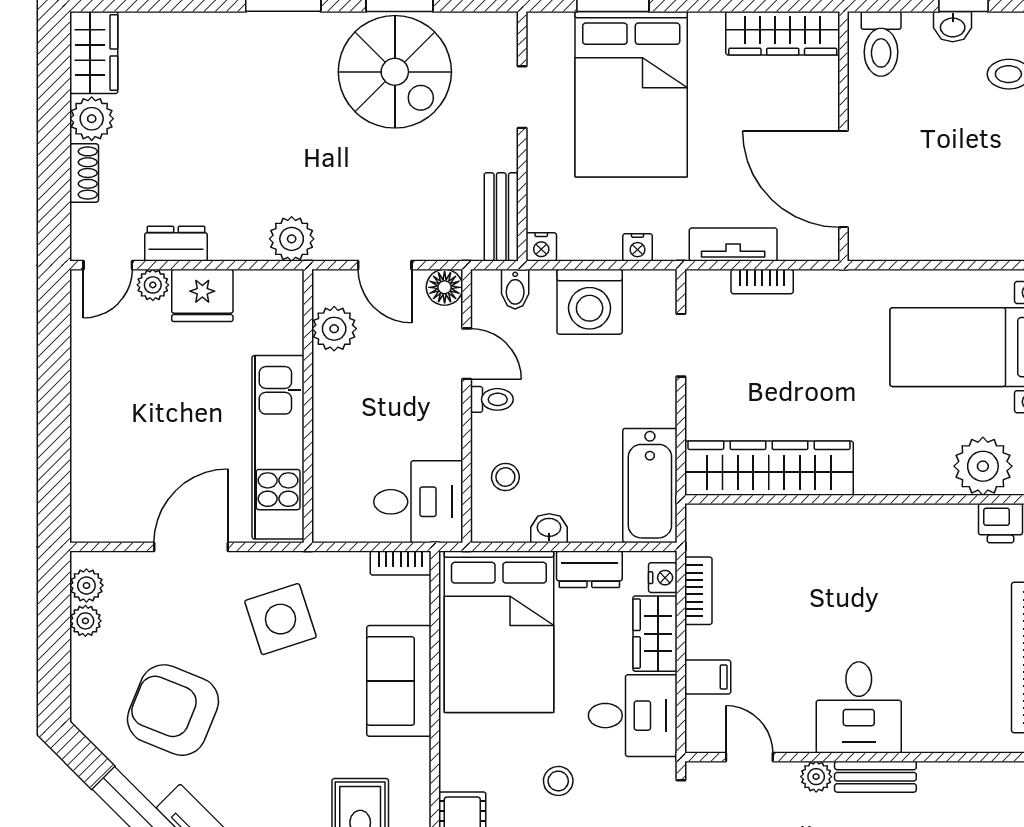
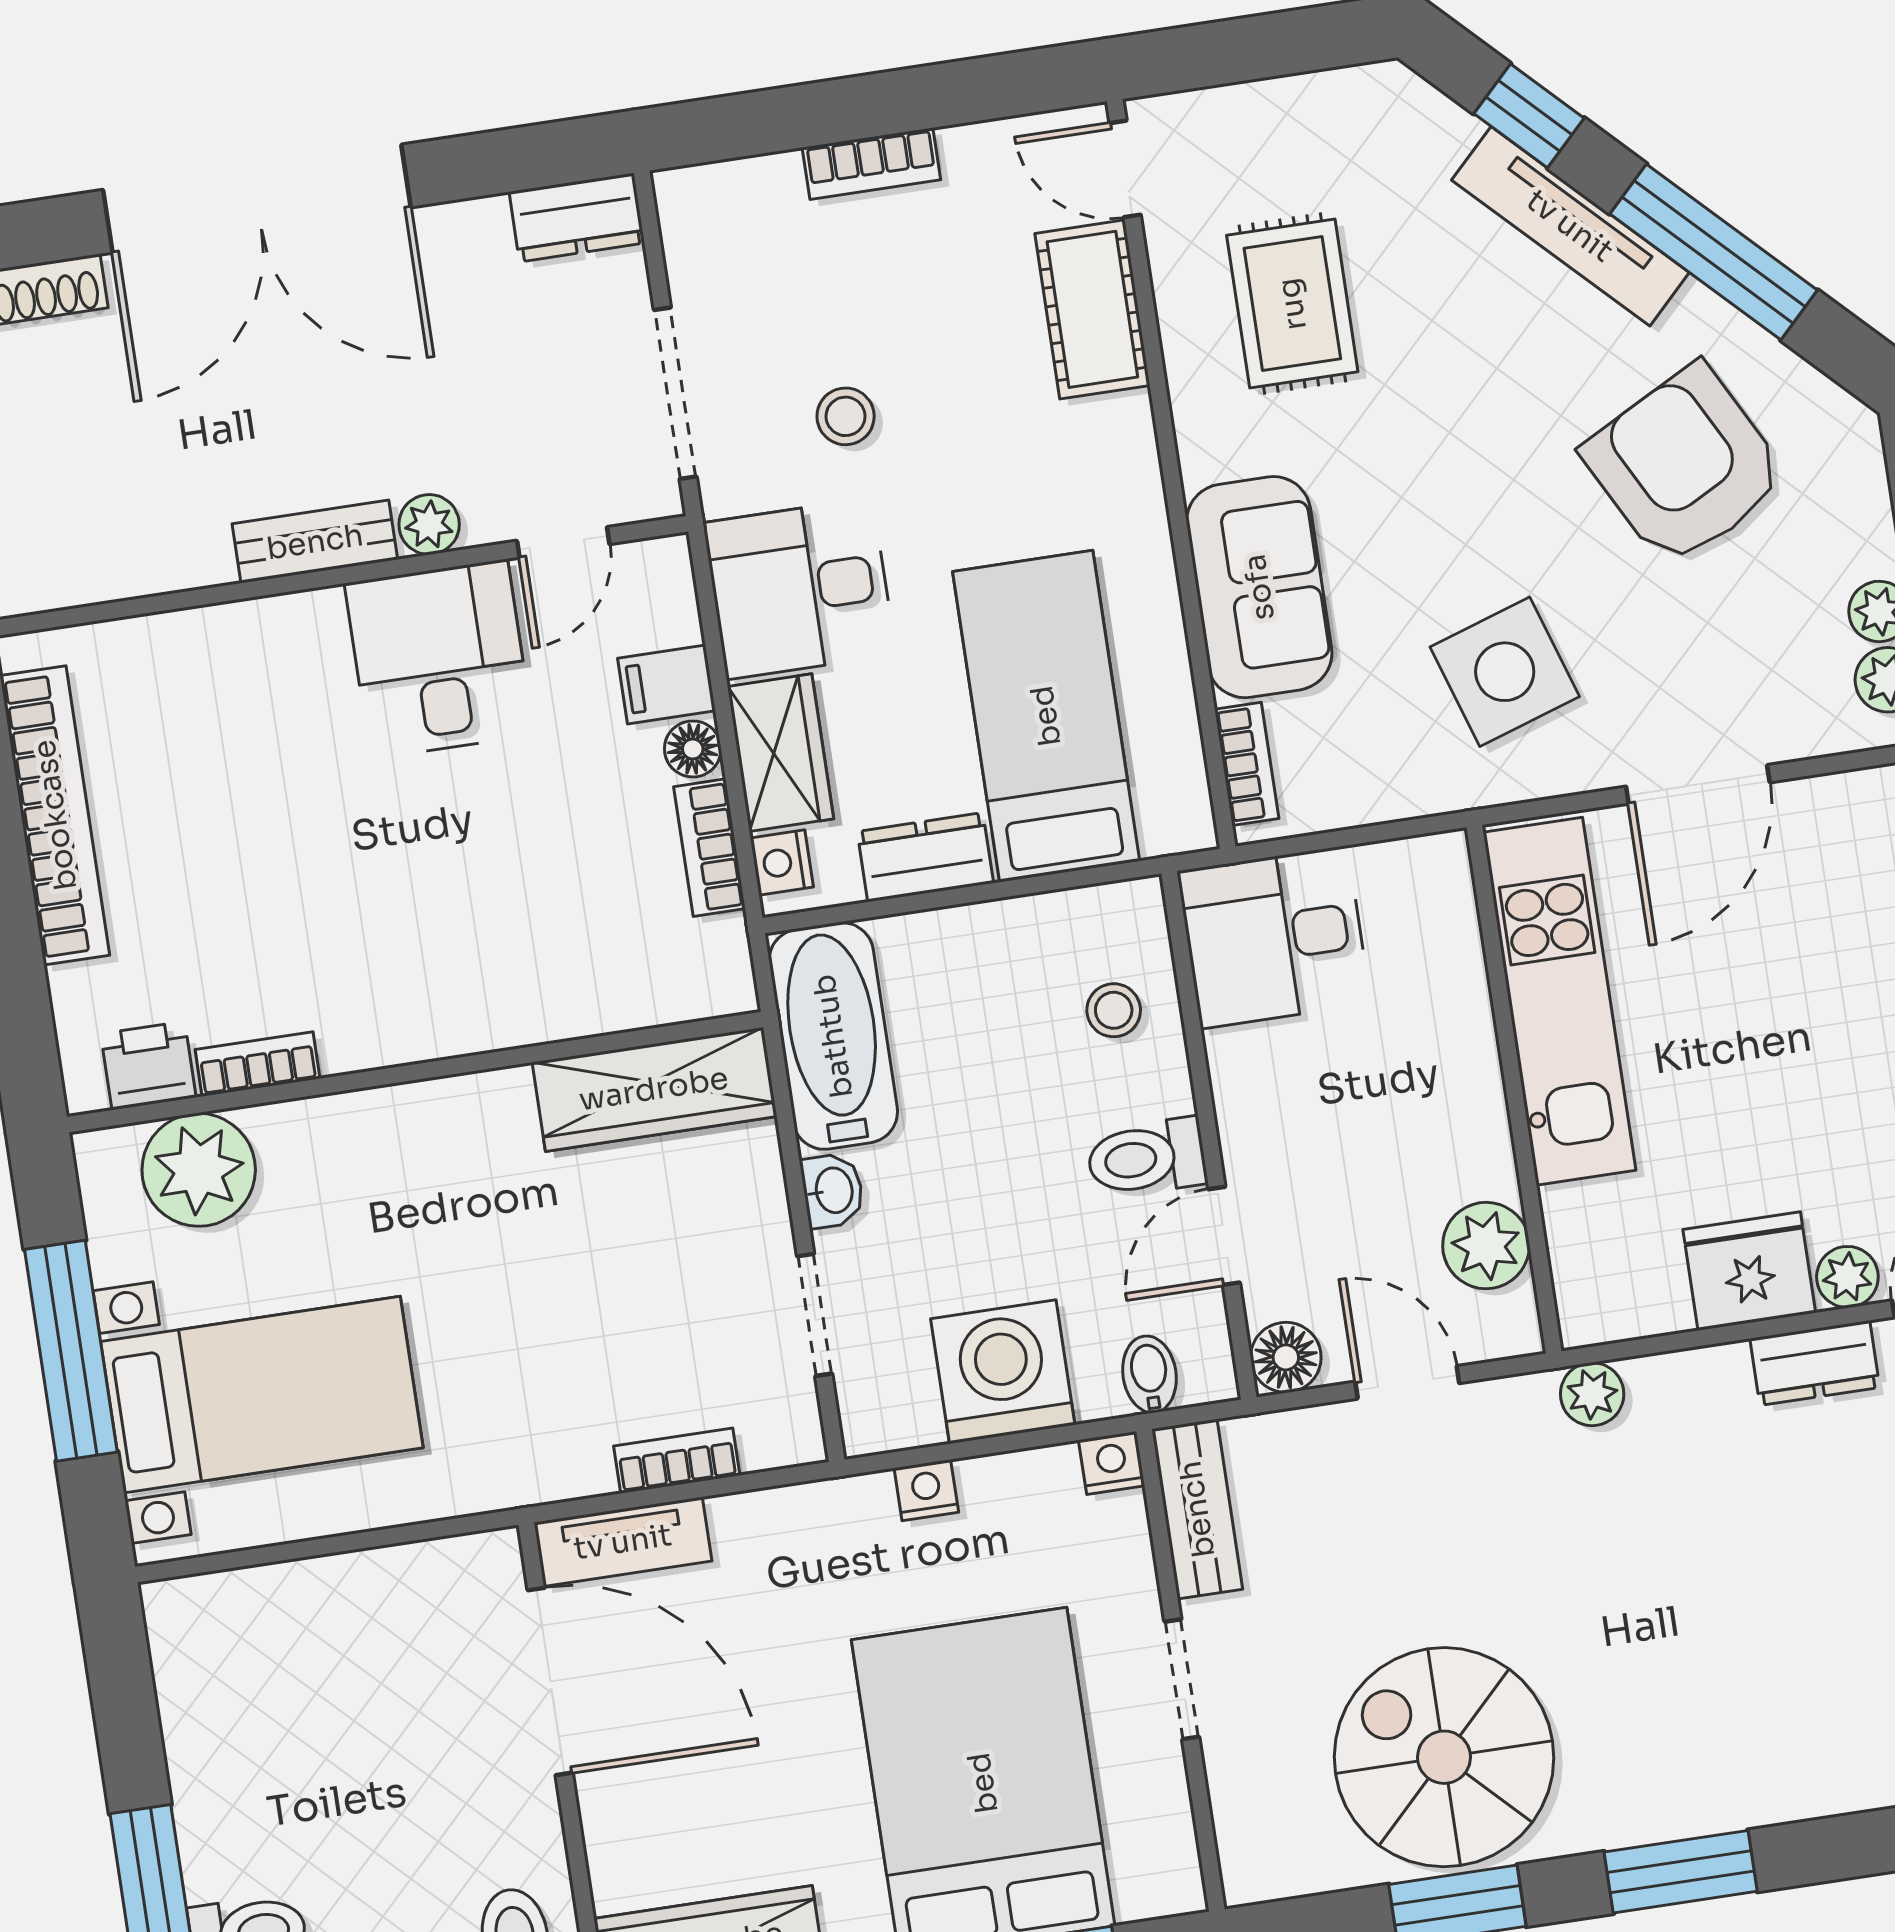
doorway: (522, 97) -> (1182, 1679), moved
plant: (292, 239) -> (1592, 1394), width x0.73, depth x0.73
tv unit: (733, 245) -> (623, 1542), moved
door: (467, 354) -> (1224, 1236), hinge flipped
toilet: (492, 399) -> (1147, 1158), width x1.37, depth x1.39
wardrobe: (769, 468) -> (654, 1089), width x0.71, depth x0.85
bookcase: (945, 516) -> (257, 1064), added
washbasin: (549, 528) -> (833, 1191), moved, turned -90
bookcase: (401, 563) -> (1247, 764), moved, turned 90
bed: (499, 632) -> (1046, 716), width x0.67
floor lamp: (699, 642) -> (693, 749), added
desk: (859, 707) -> (439, 659), moved
armchair: (173, 710) -> (1685, 466), turned -140
door: (749, 757) -> (563, 542), hinge flipped
stool: (558, 781) -> (846, 416), moved

